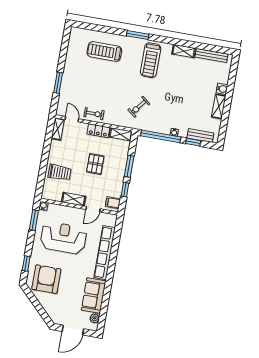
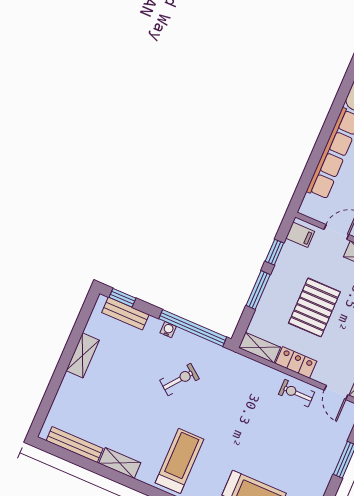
water cooler: (222, 89) -> (70, 384), removed
exercise bike: (139, 107) -> (179, 380), moved
window: (193, 142) -> (122, 298), moved
pallet: (95, 164) -> (314, 307), width x1.50, depth x1.42

